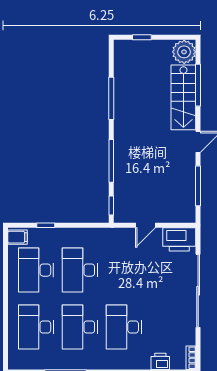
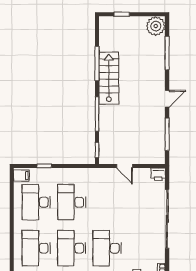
stairs: (183, 97) -> (109, 78), moved, turned 180
door: (145, 225) -> (125, 166), hinge flipped
printer: (179, 239) -> (158, 174), width x0.53, depth x0.68

